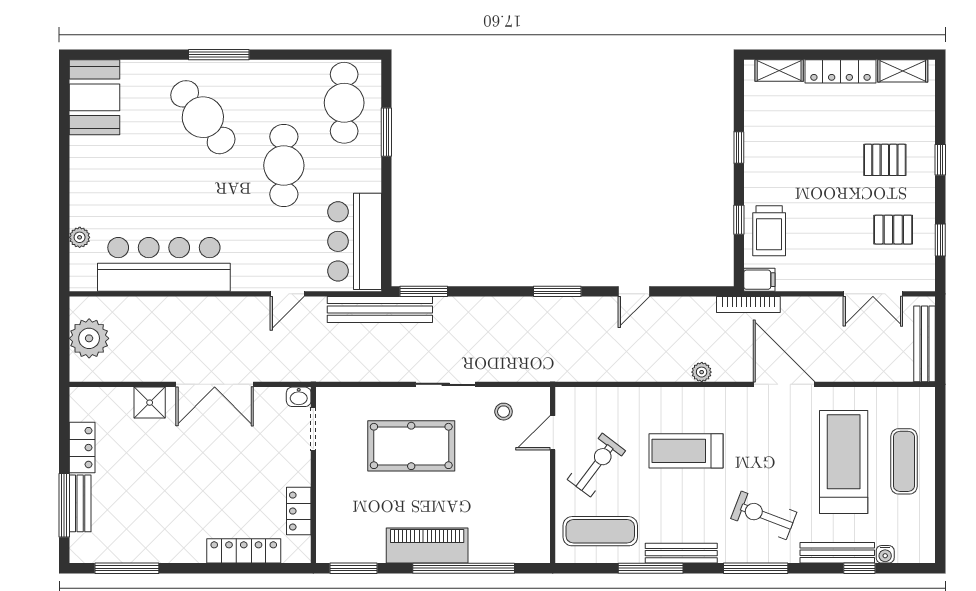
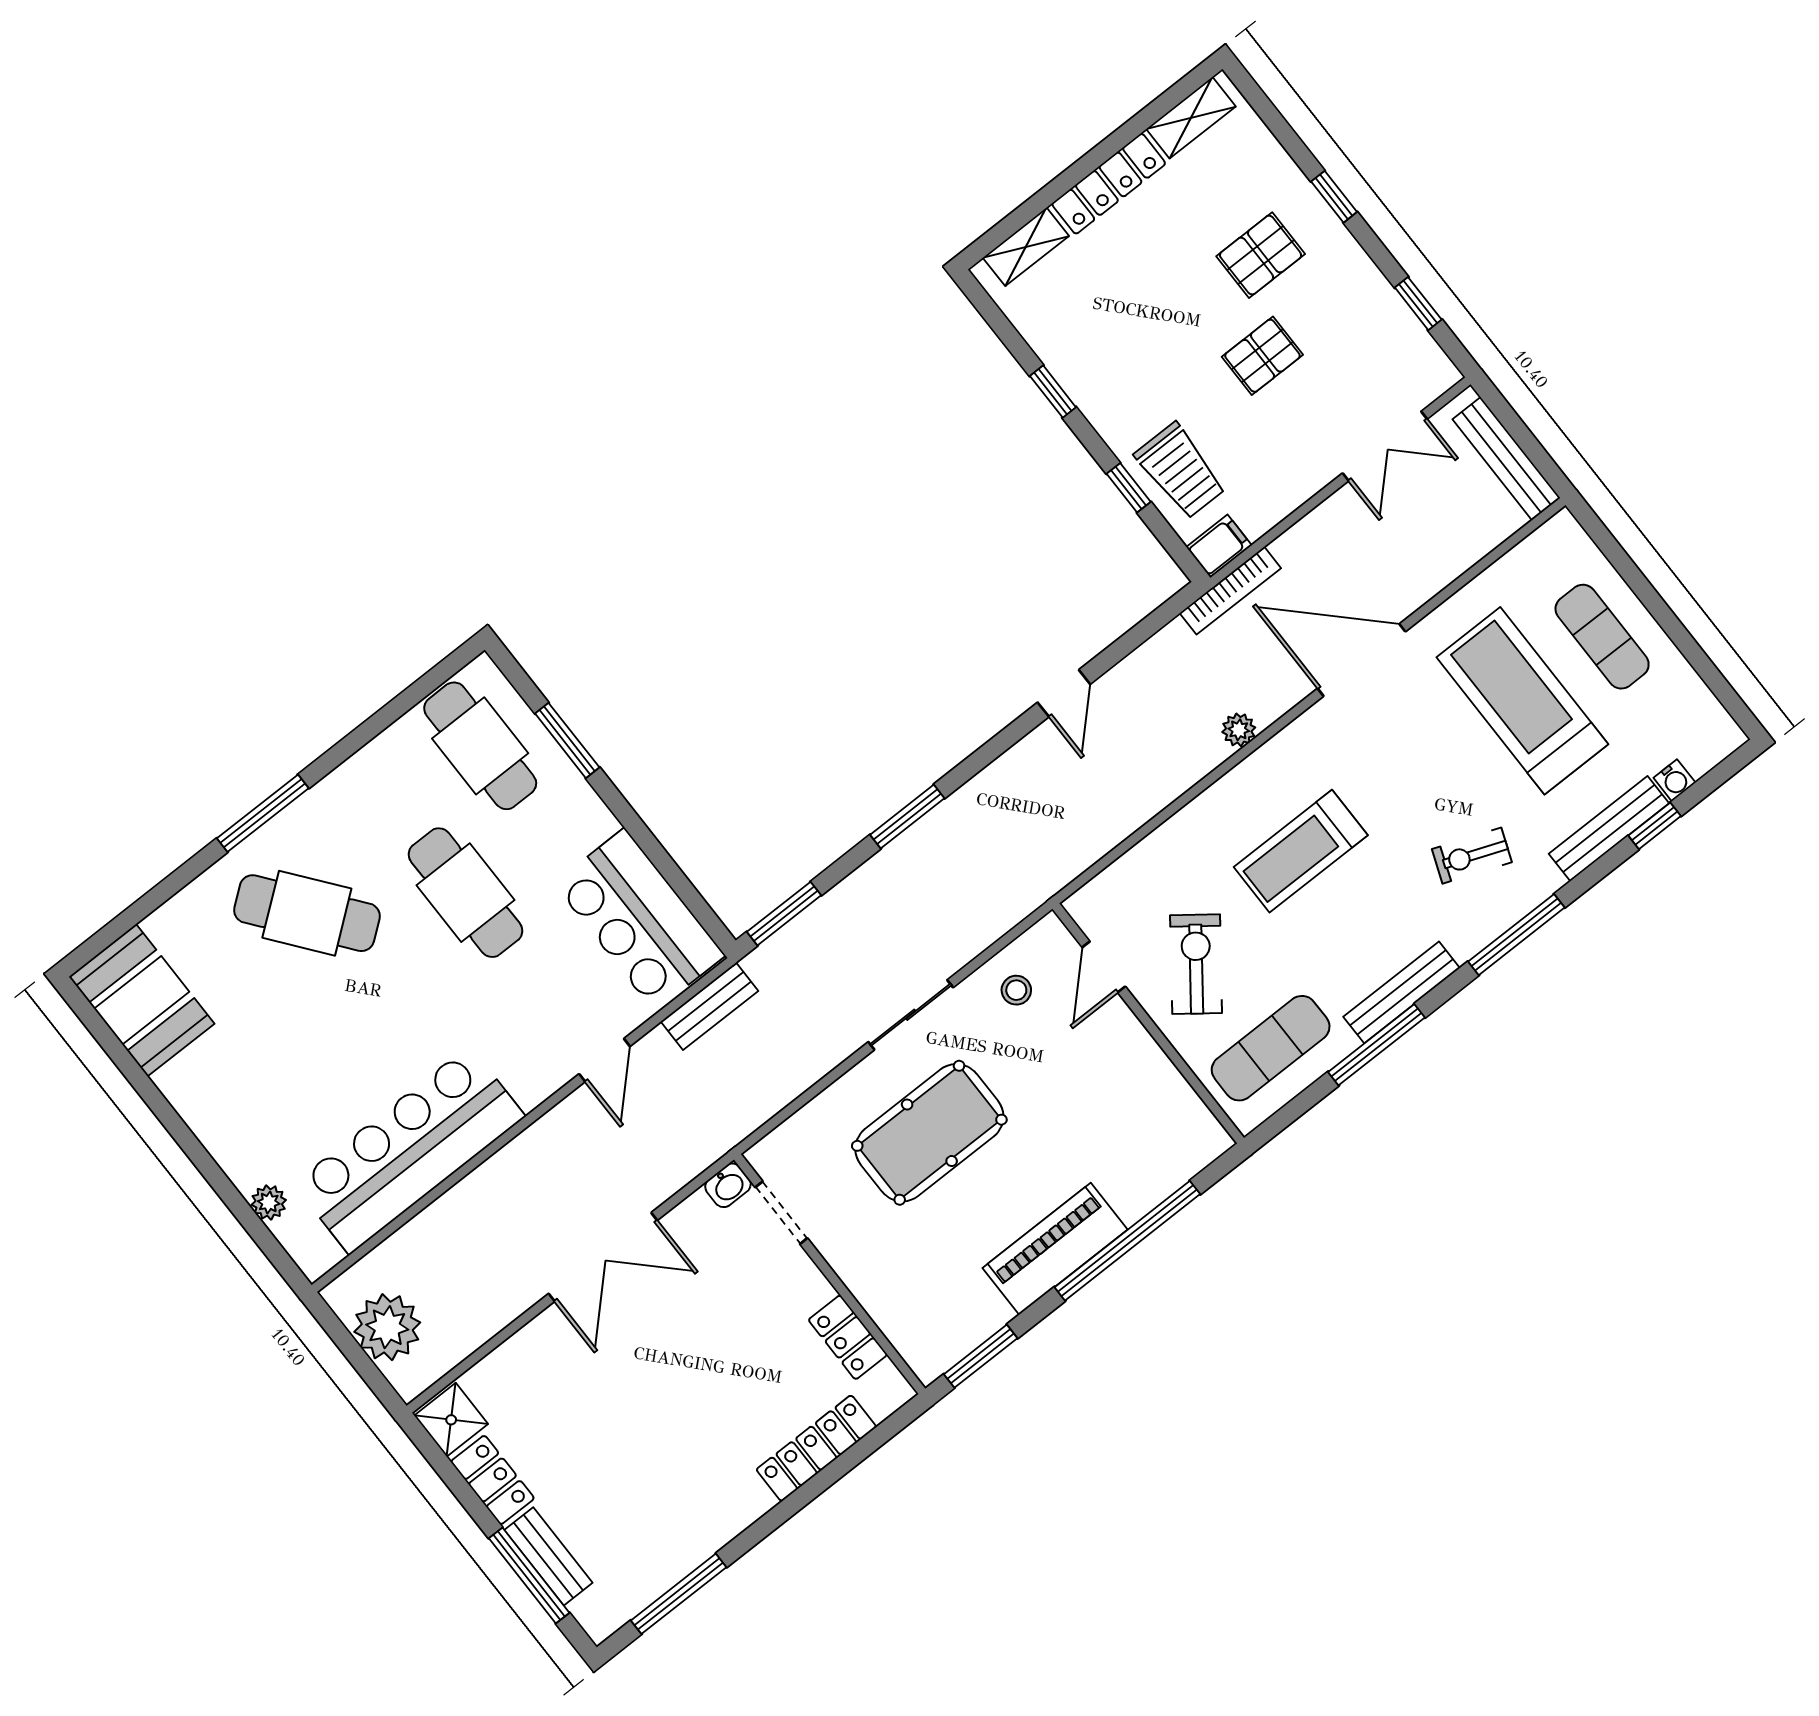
pallet: (893, 230) -> (1262, 356), moved
window: (557, 291) -> (907, 817), moved
bench: (380, 309) -> (710, 1006), width x0.54, depth x0.82
shower: (150, 403) -> (451, 1420), moved
exercise bike: (764, 515) -> (1472, 856), width x0.73, depth x0.72

